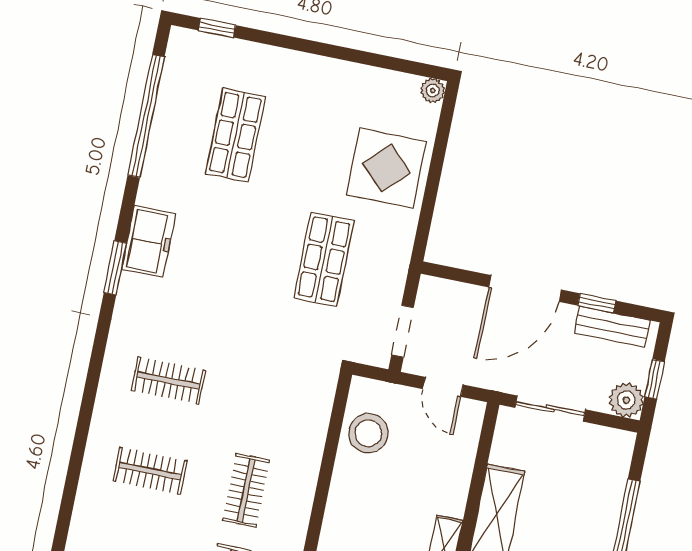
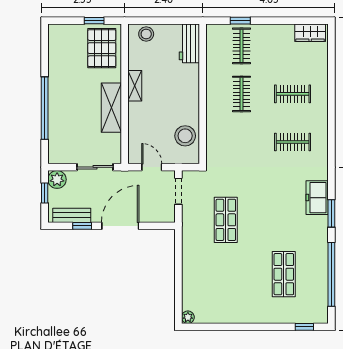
display table: (386, 168) -> (203, 273), removed
freezer: (149, 241) -> (317, 198), moved
window: (115, 268) -> (331, 213), moved

